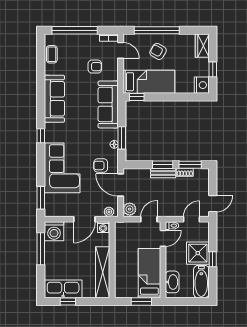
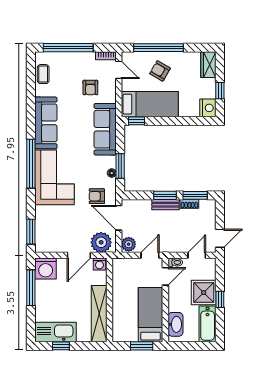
armchair: (95, 67) -> (90, 88), turned 90
window: (41, 136) -> (31, 164), width x3.17
corner sofa: (62, 168) -> (55, 177), moved
plant: (109, 212) -> (101, 242), width x1.87, depth x1.87

